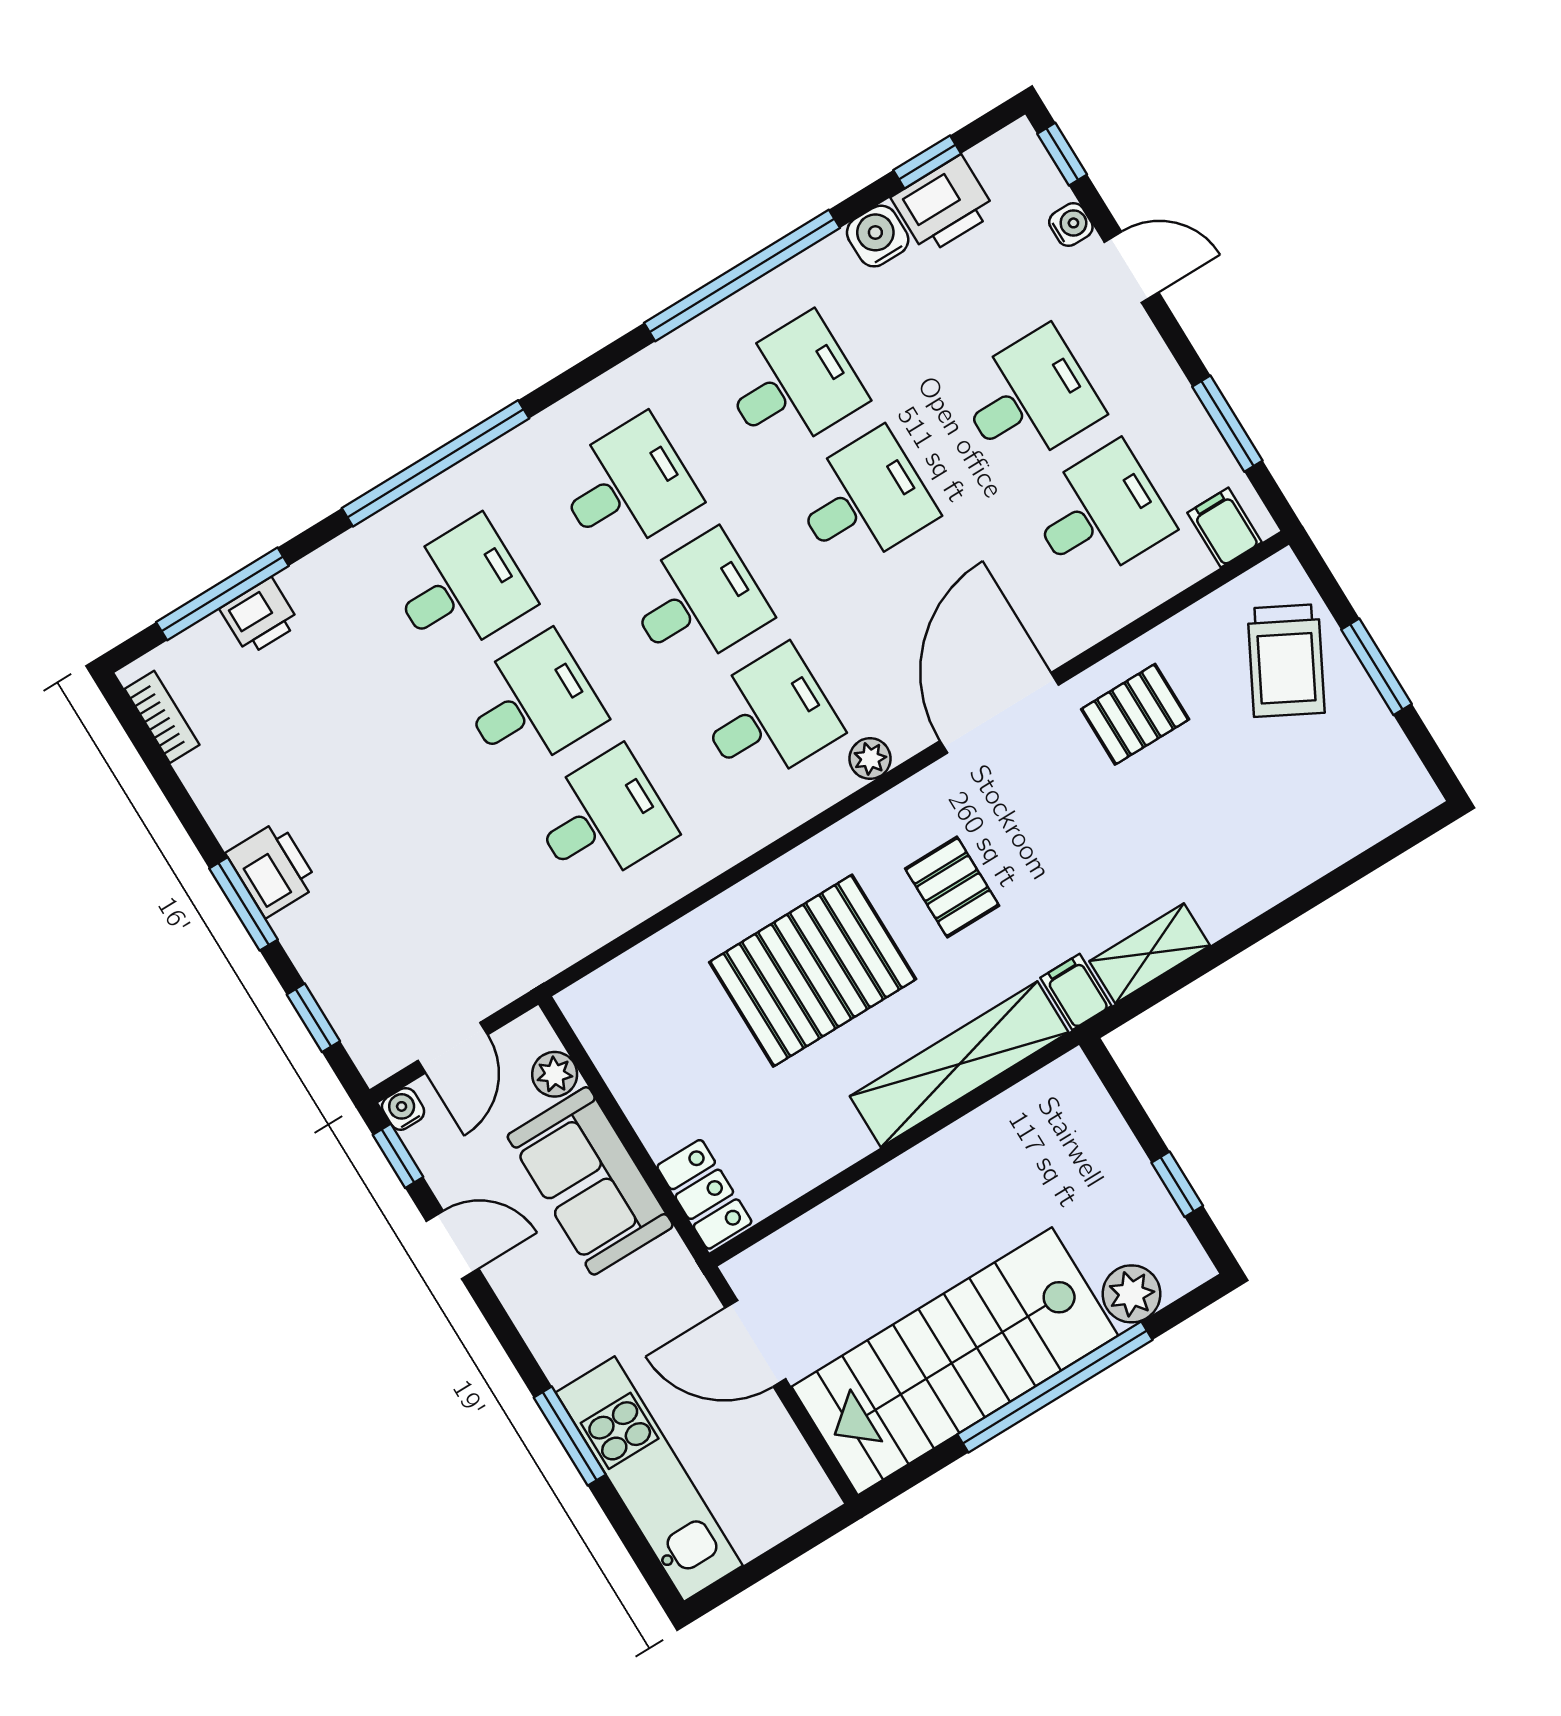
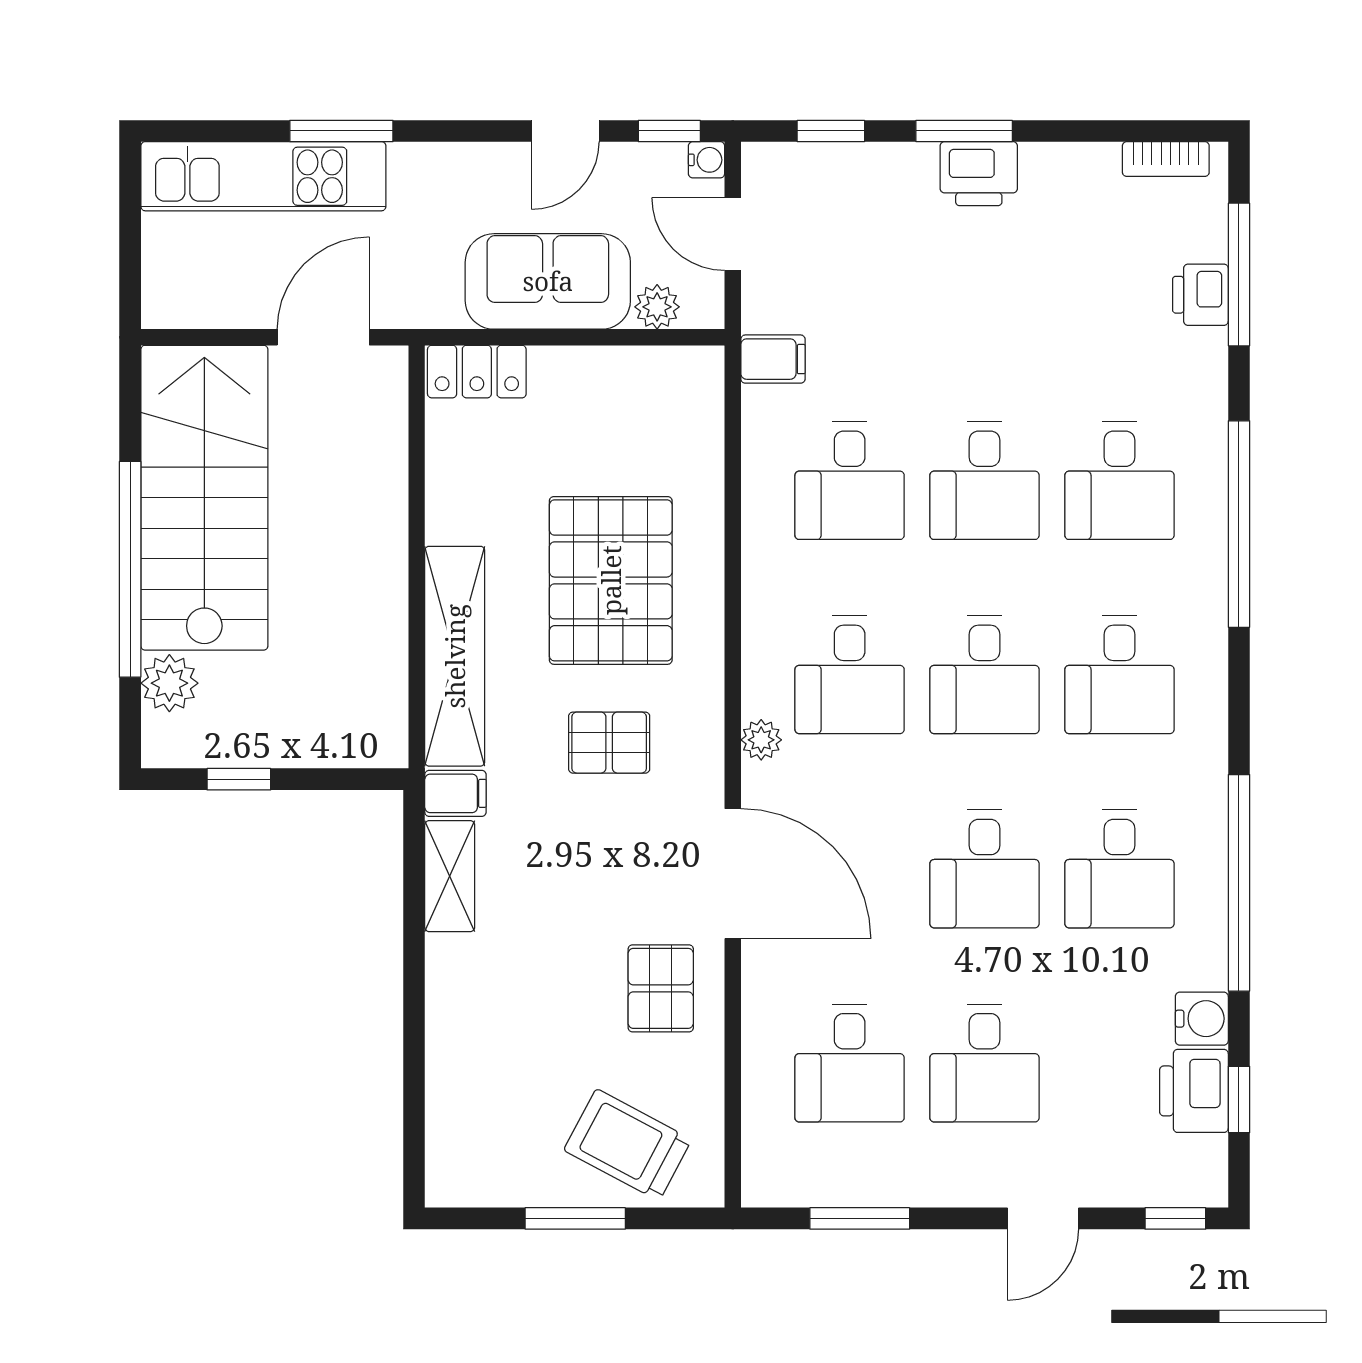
water cooler: (1071, 225) -> (1111, 1189), removed
filing cabinet: (1225, 528) -> (773, 359), moved

